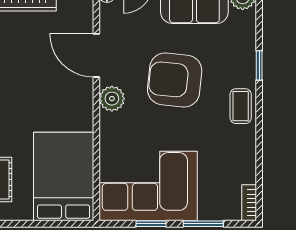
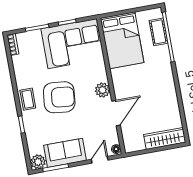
door: (96, 55) -> (116, 113), hinge flipped
armchair: (175, 80) -> (59, 97), moved

